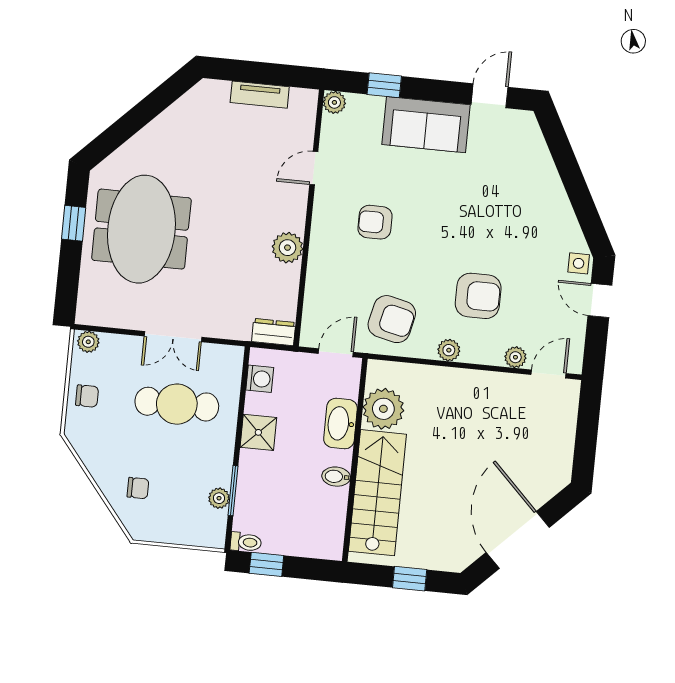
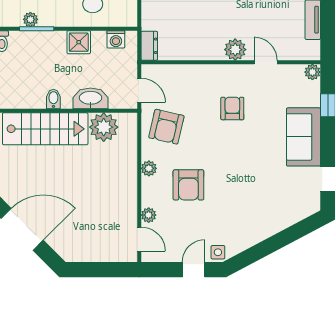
plant: (288, 248) -> (235, 50), moved

